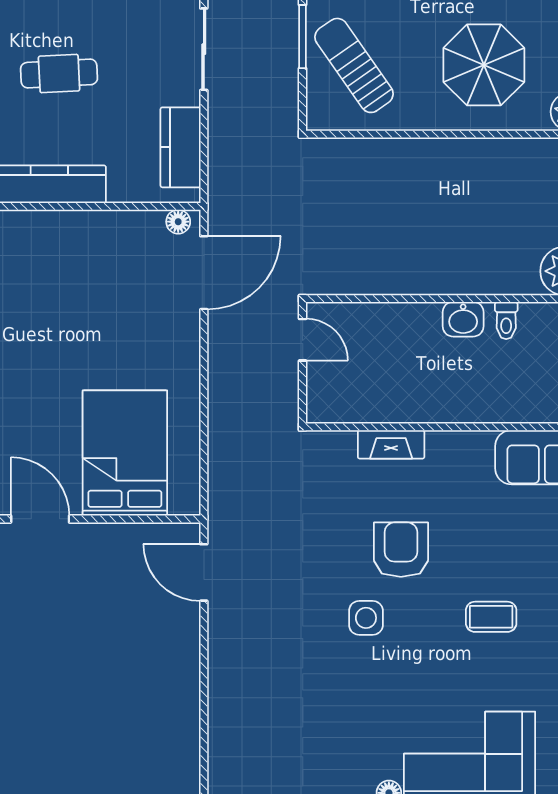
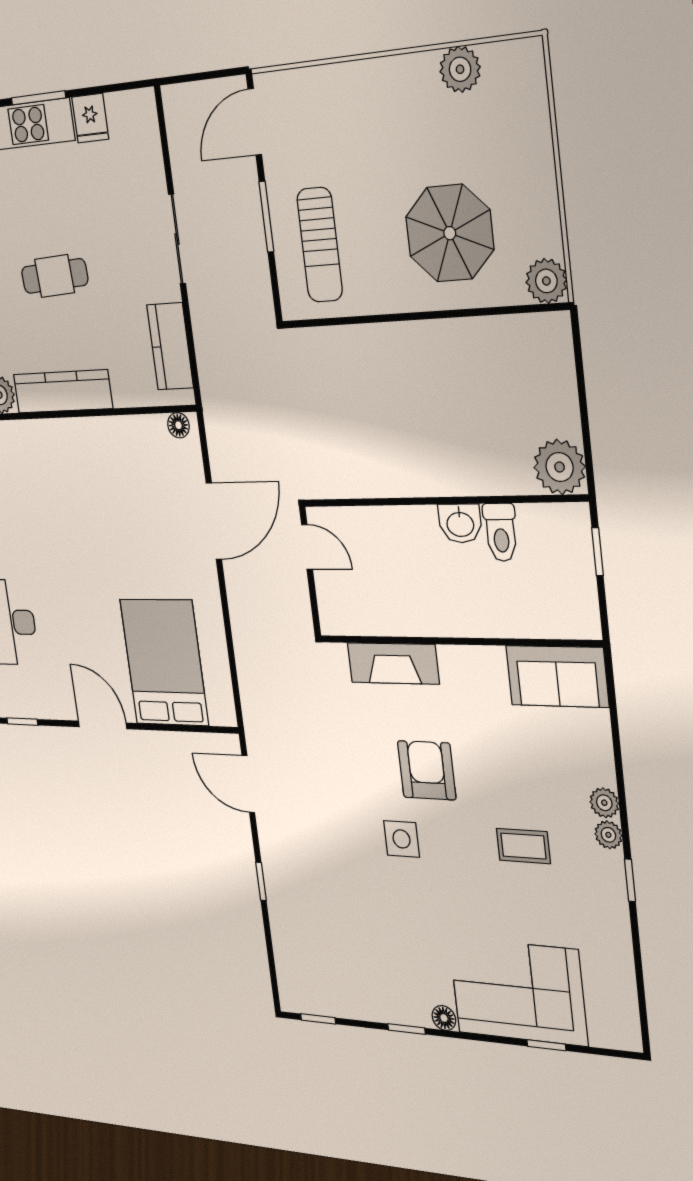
sun lounger: (354, 65) -> (320, 245), turned -145
door: (204, 273) -> (214, 521), moved
toilet: (506, 320) -> (501, 532), width x1.37, depth x1.39
fireplace: (391, 444) -> (393, 663), width x1.37, depth x1.32
window: (204, 671) -> (261, 881), added

